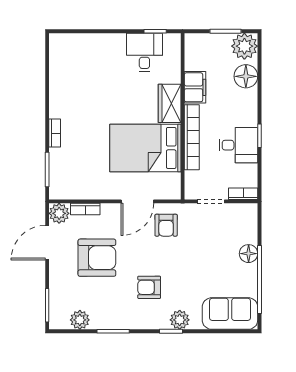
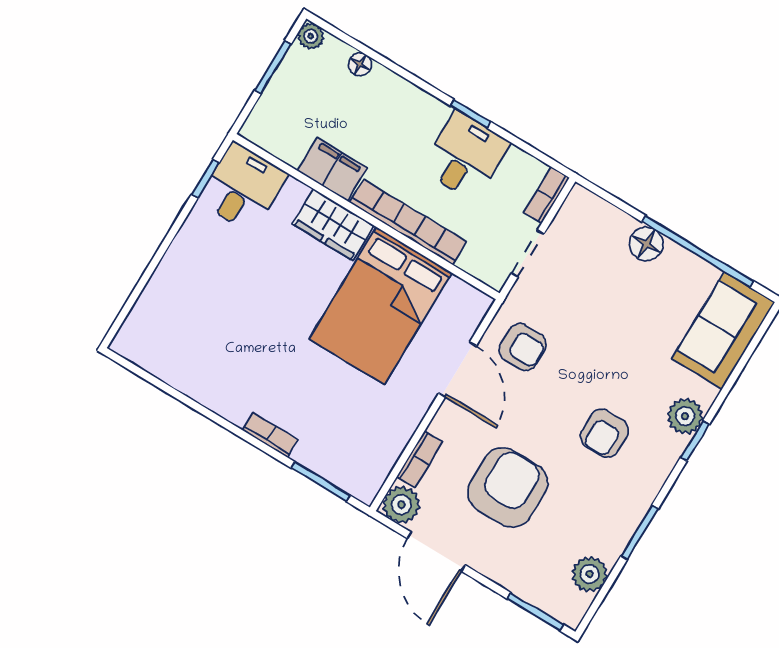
plant: (244, 46) -> (311, 36), width x0.53, depth x0.53
desk: (144, 52) -> (243, 188), moved, turned 90
floor lamp: (246, 76) -> (360, 64), width x0.53, depth x0.53

